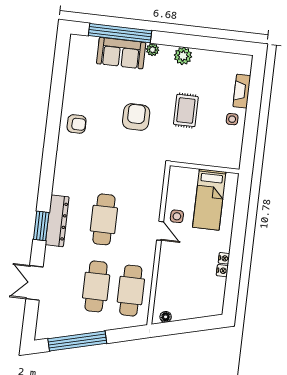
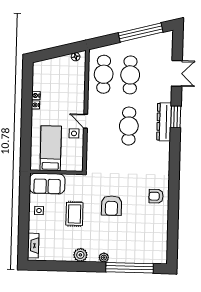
sofa: (121, 53) -> (47, 184), moved, turned 180
fireplace: (242, 91) -> (33, 246), moved

